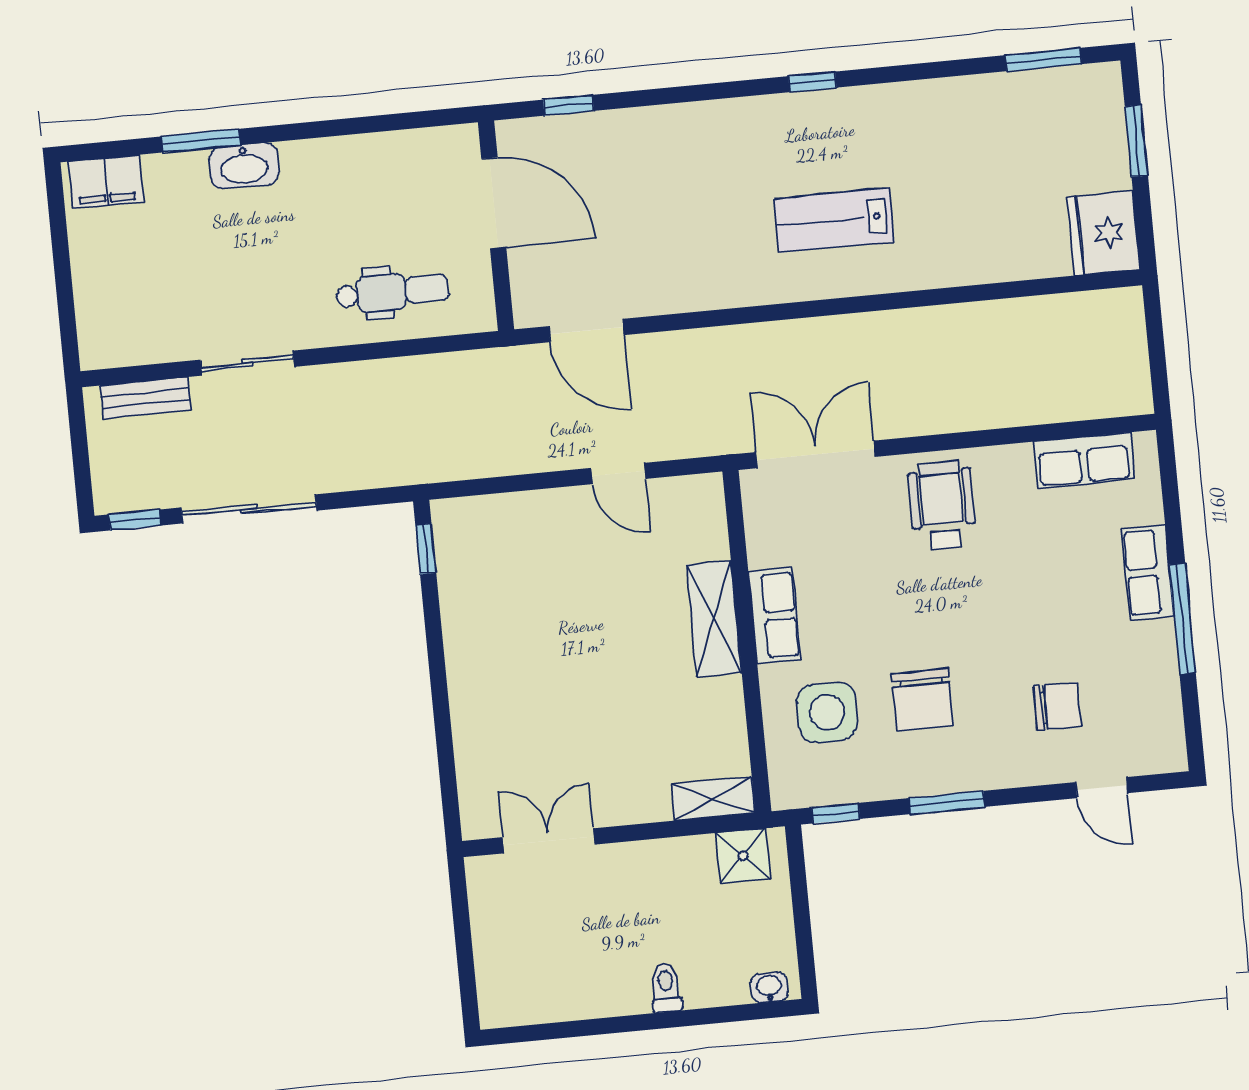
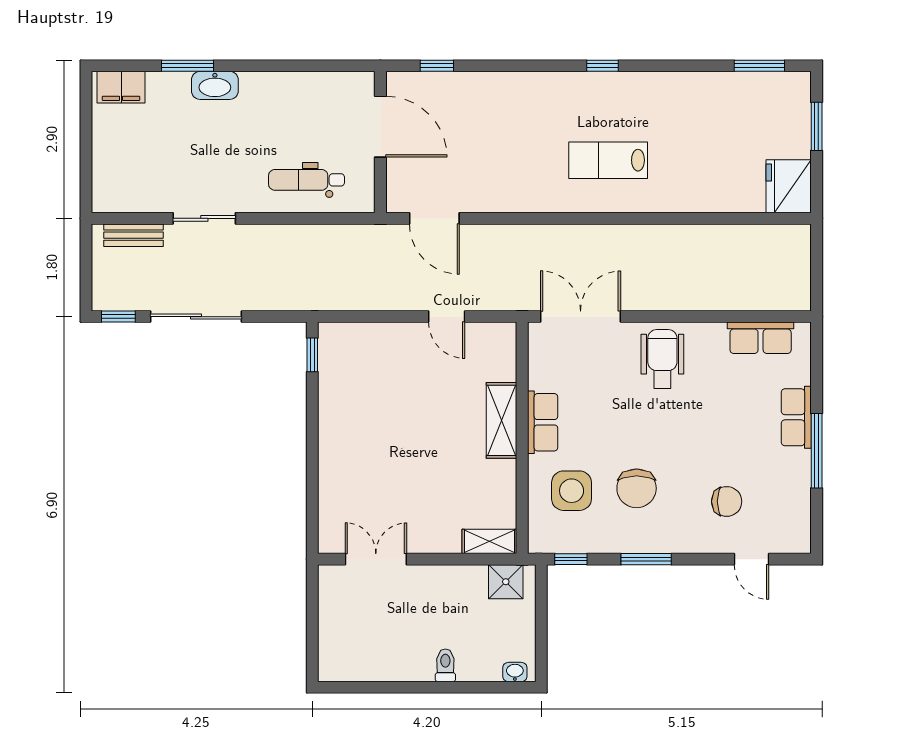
dental chair: (393, 292) -> (307, 180), turned 180

